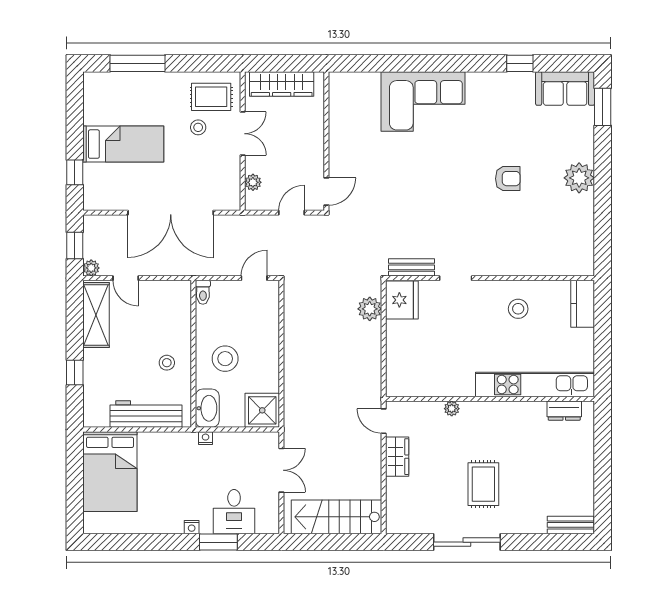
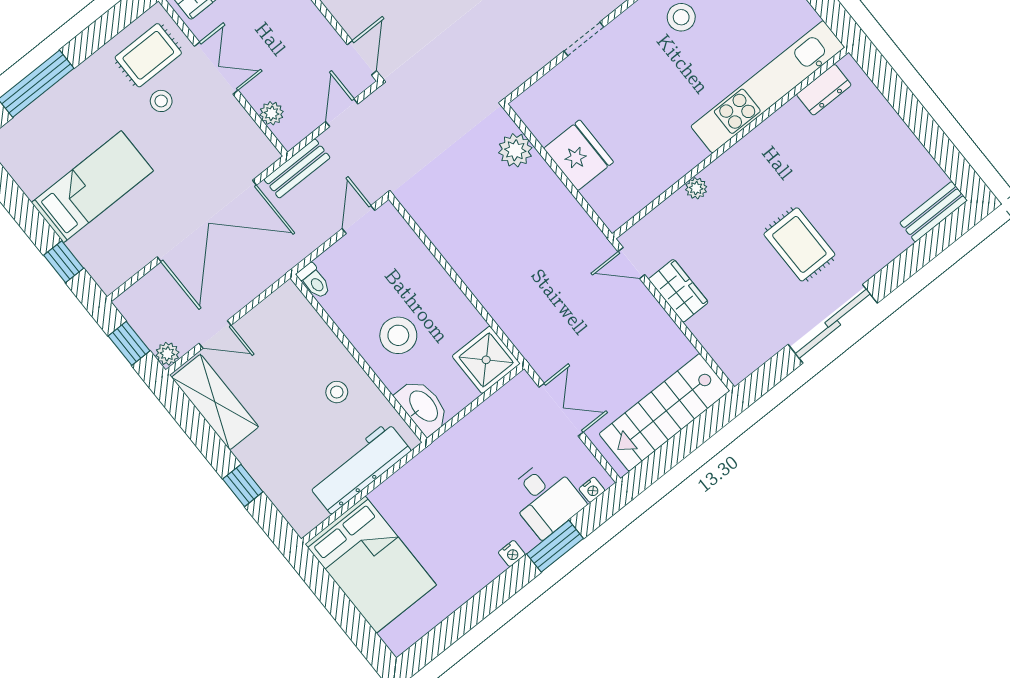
bench: (411, 267) -> (297, 168), moved
fridge: (402, 300) -> (579, 155), moved
nightstand: (206, 438) -> (592, 490), moved, turned 180

